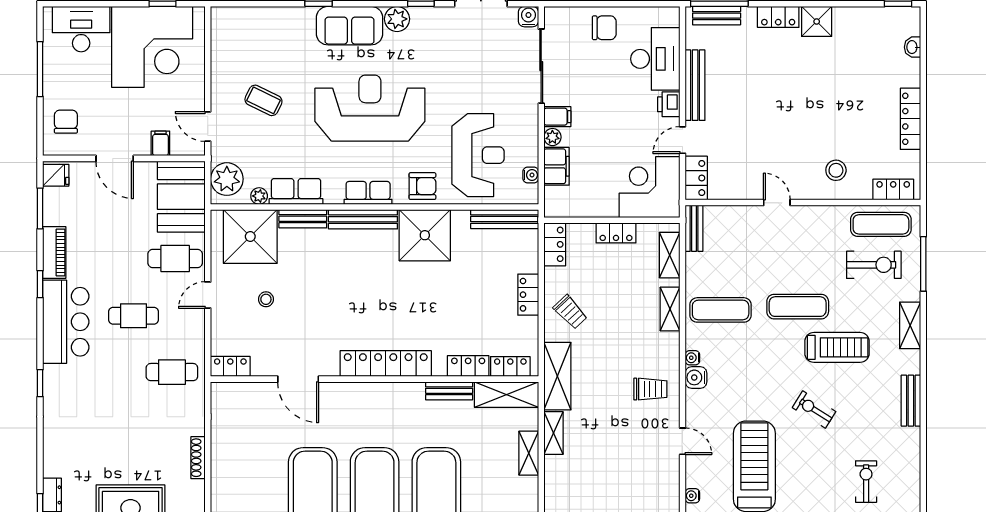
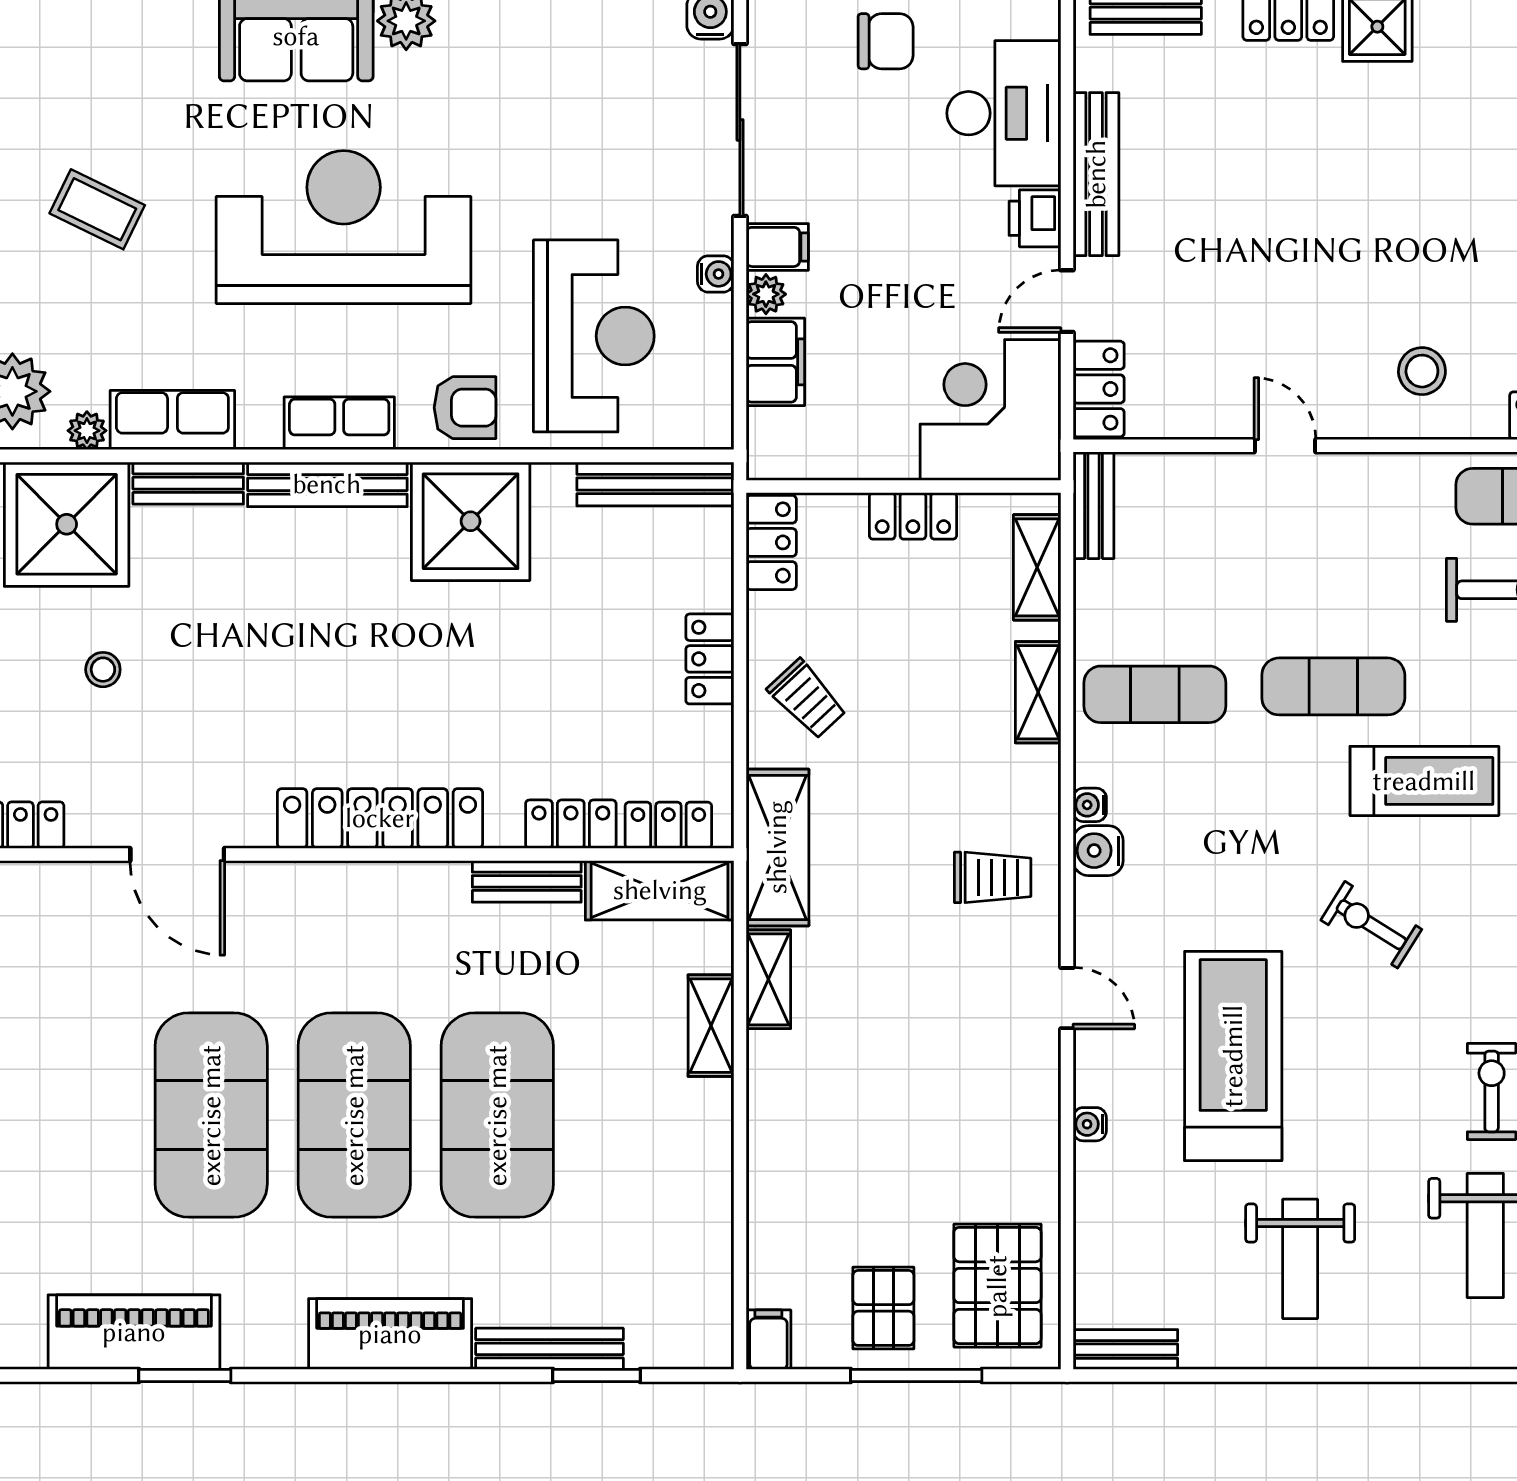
water cooler: (531, 175) -> (716, 274), moved

